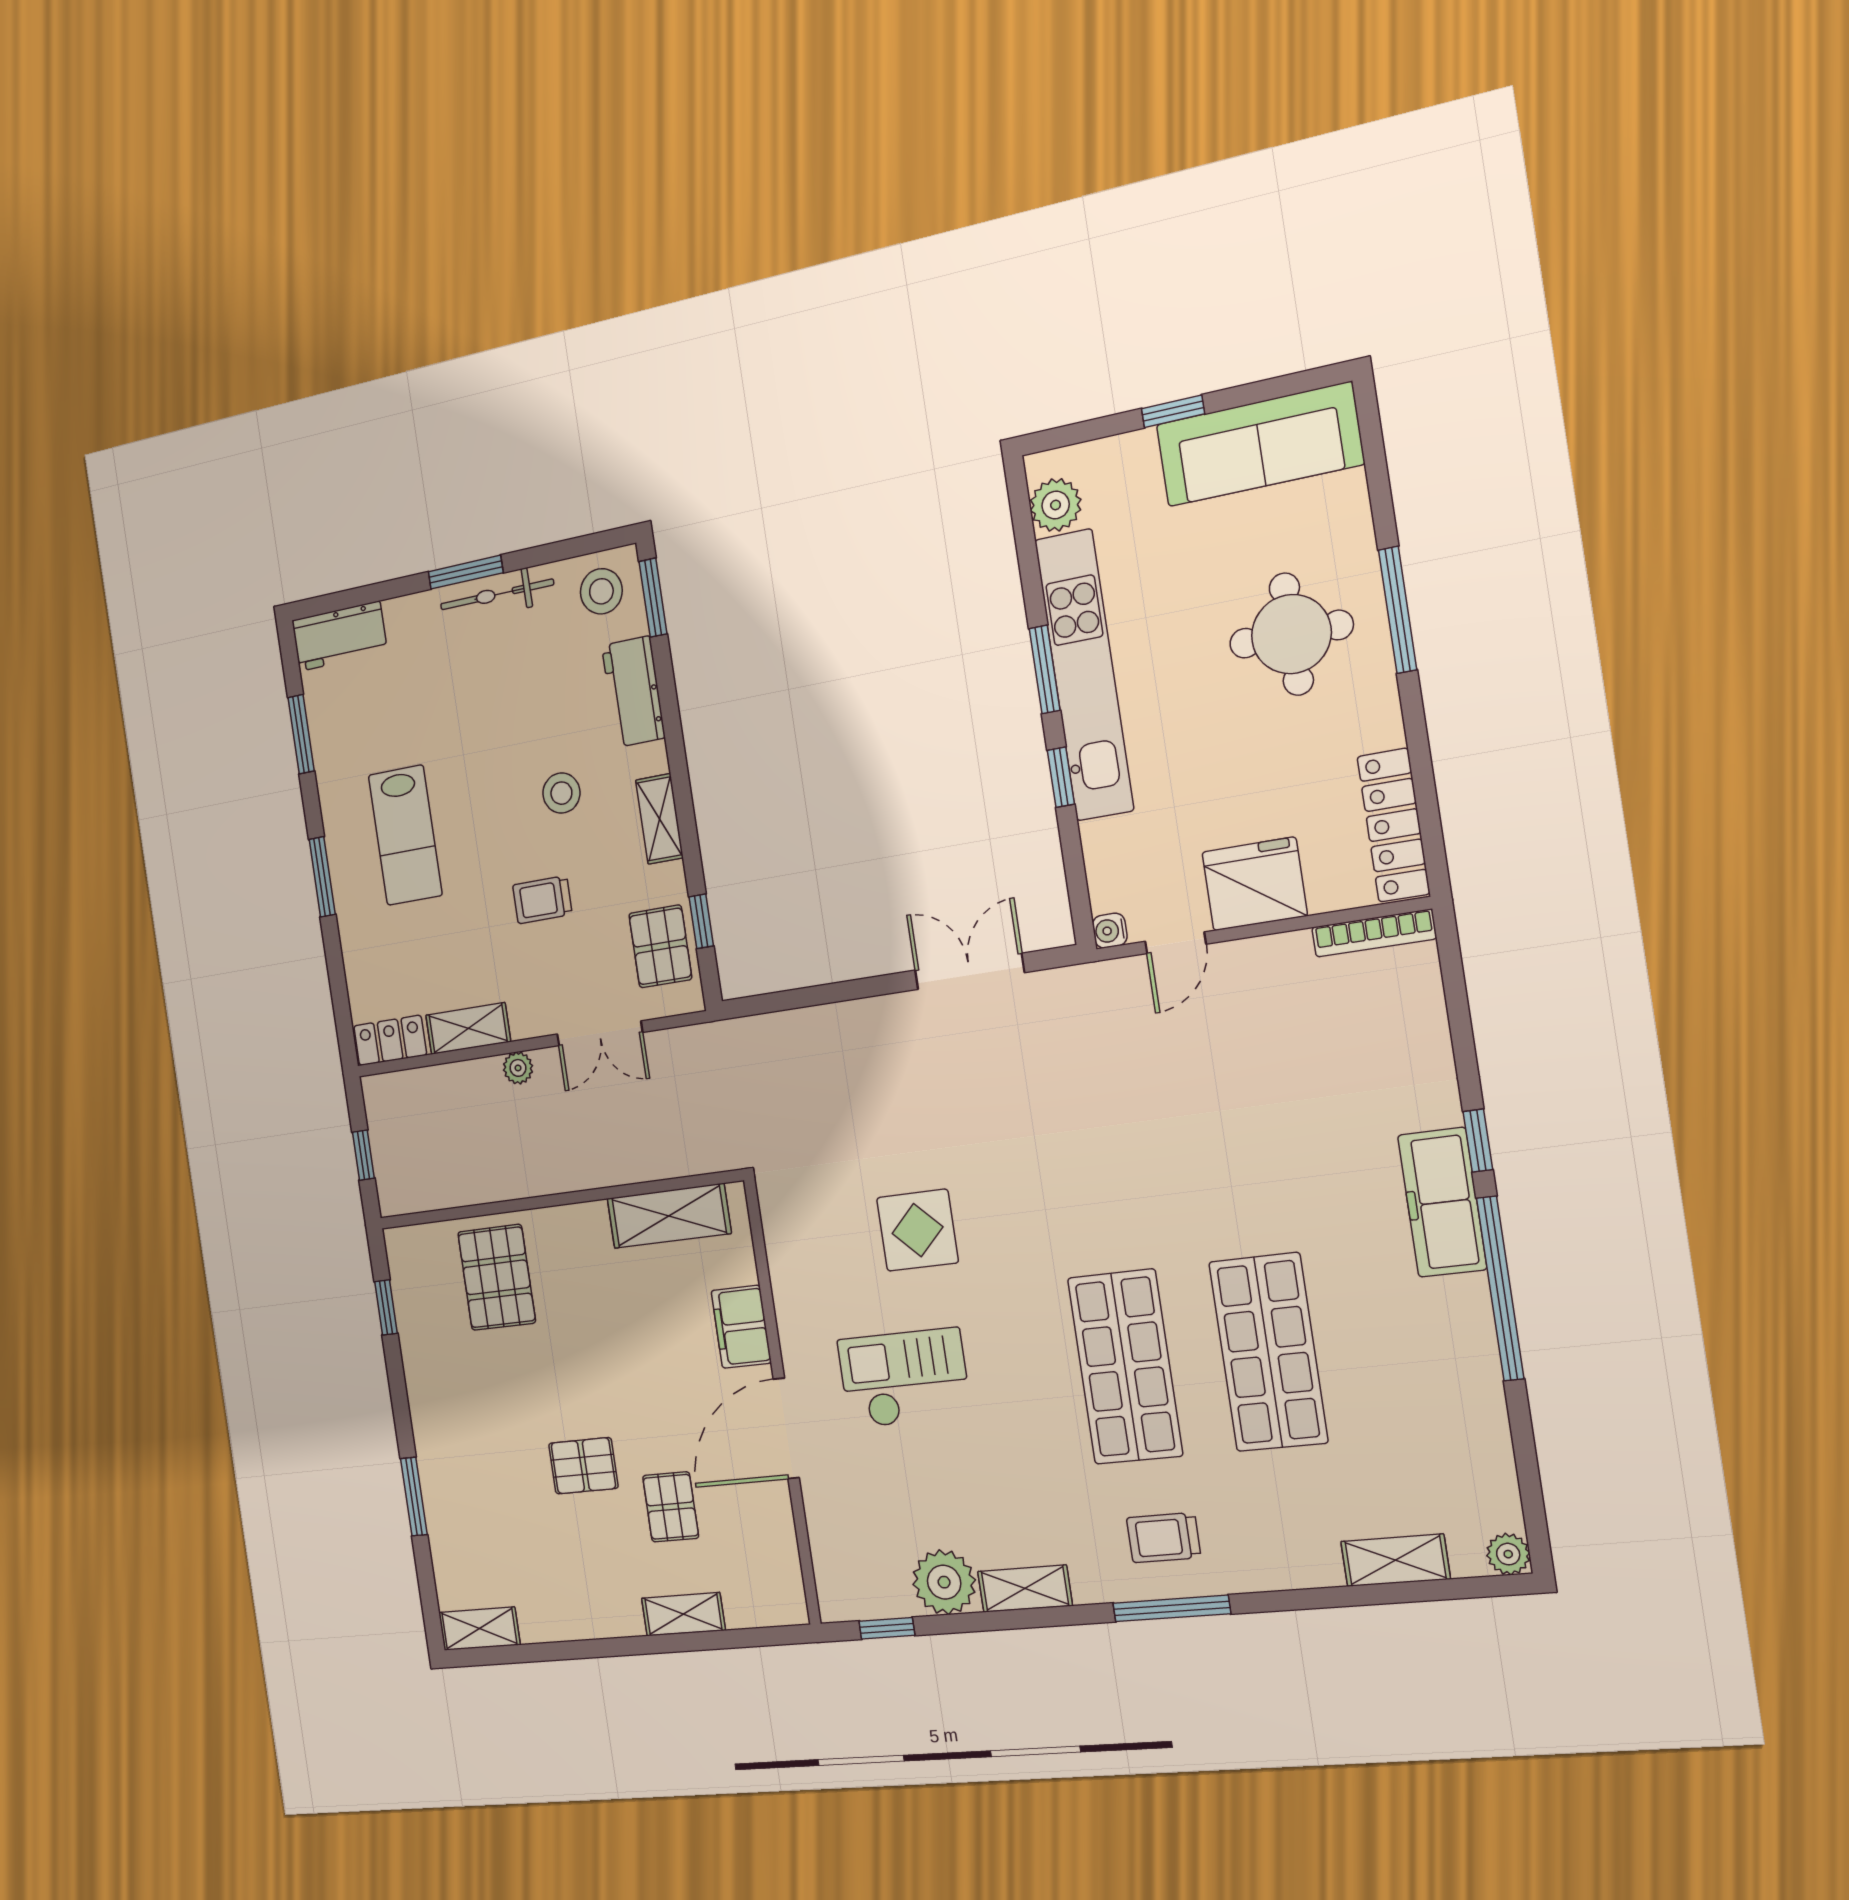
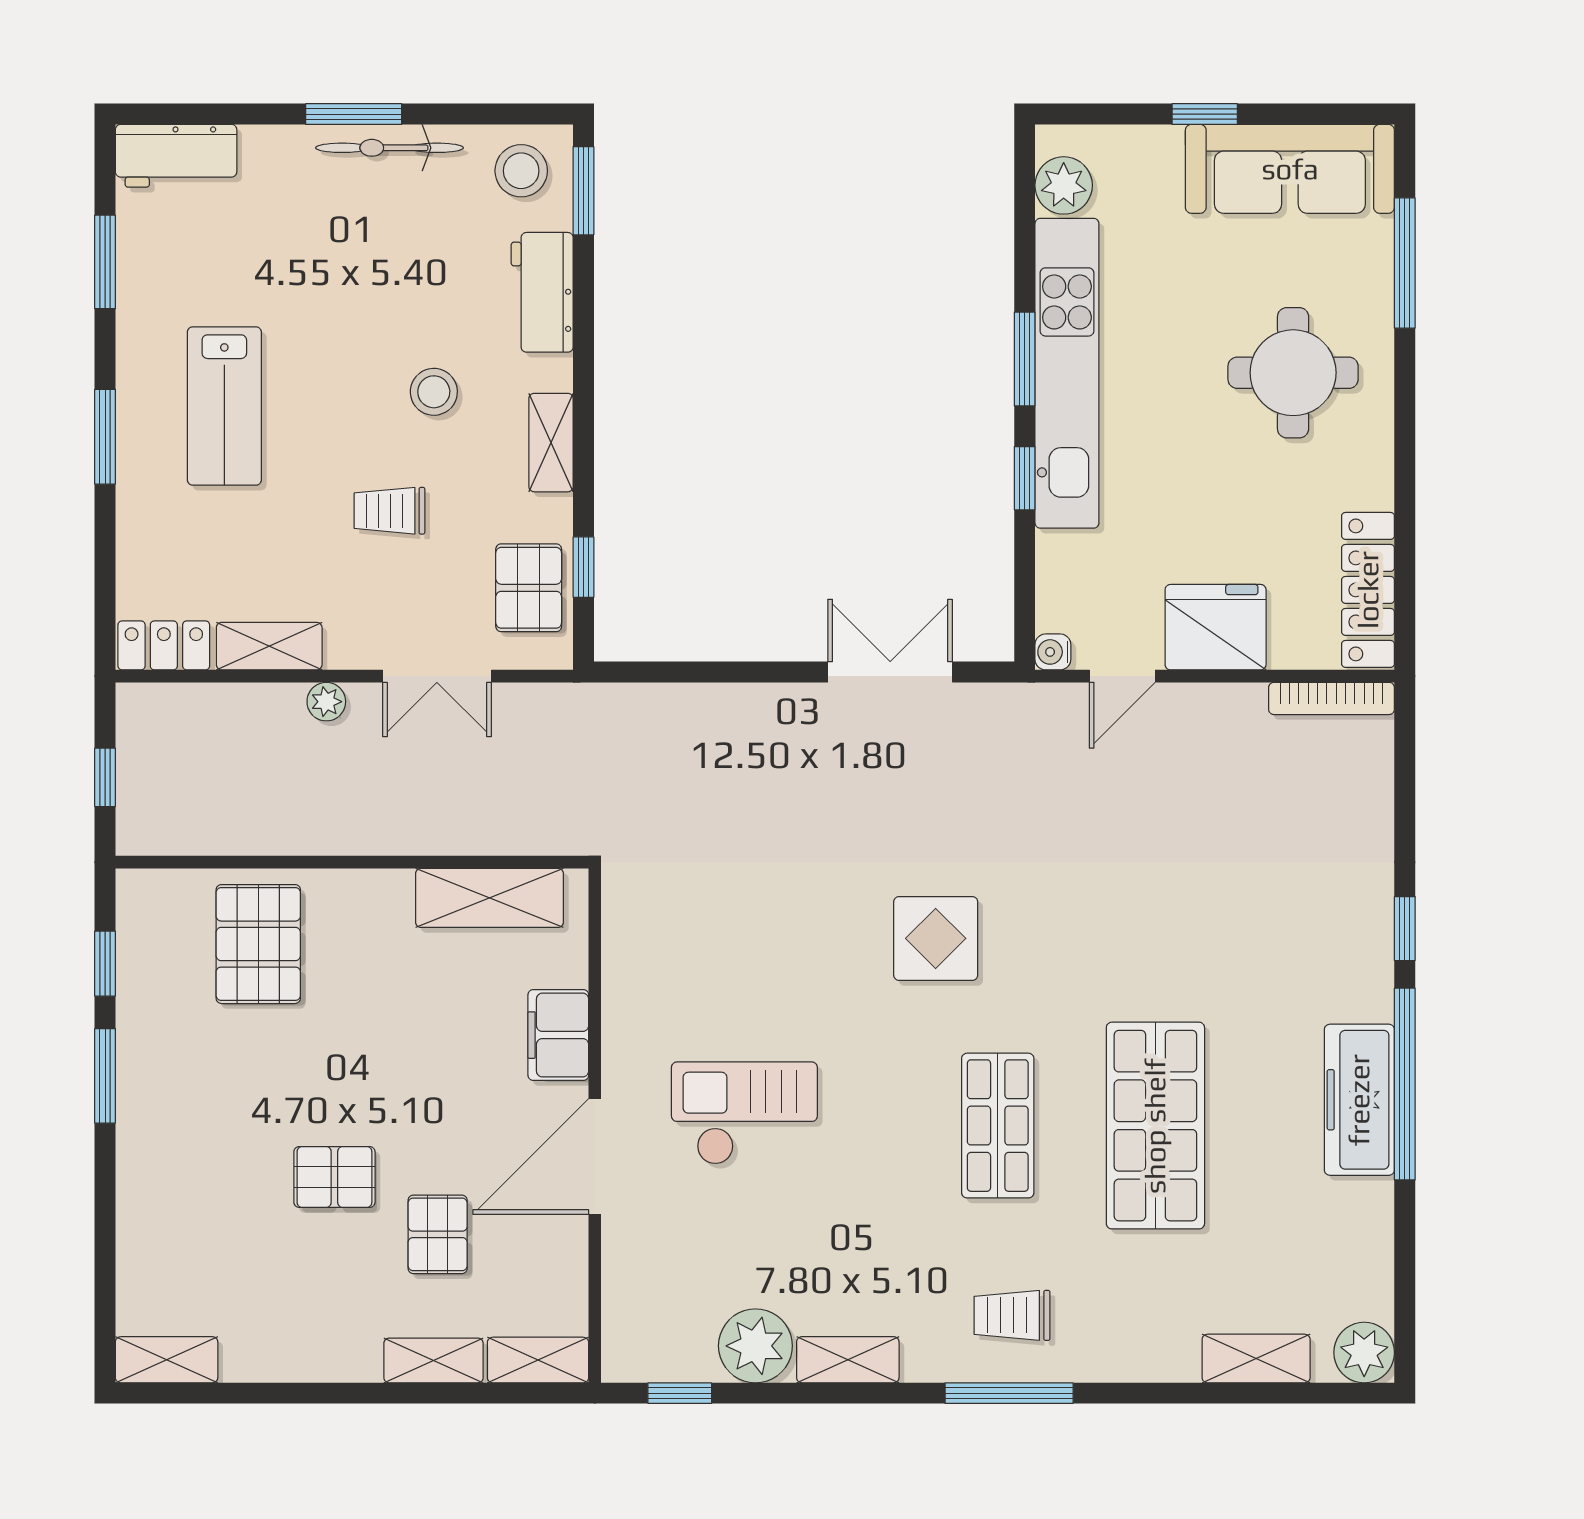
window: (1398, 610) -> (1405, 263), moved
freezer: (1442, 1202) -> (1359, 1100), moved
display table: (917, 1230) -> (936, 938), moved
shop shelf: (1125, 1367) -> (998, 1126), width x0.70, depth x0.74
window: (414, 1497) -> (105, 1076), moved
plant: (1508, 1554) -> (1364, 1353), width x1.38, depth x1.38
shelving: (766, 1608) -> (538, 1360), added

